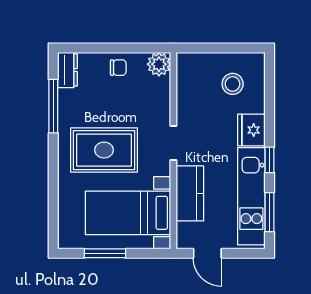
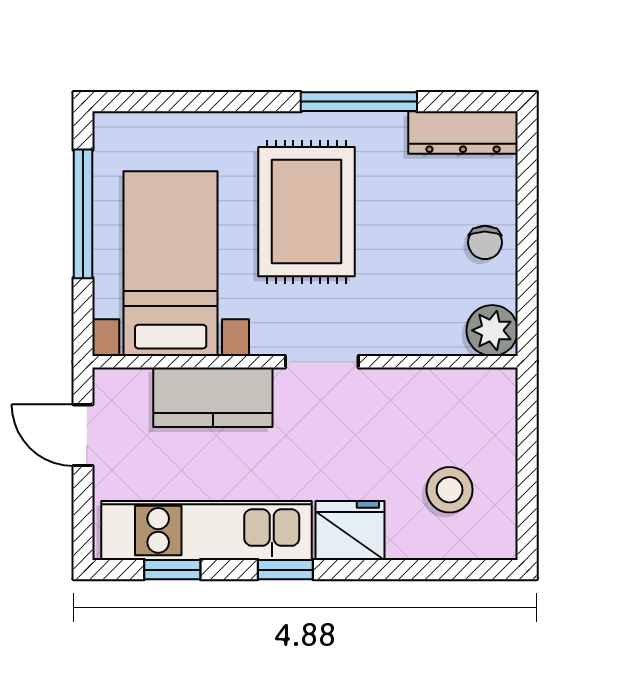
dresser: (67, 70) -> (463, 133), width x1.44
window: (53, 106) -> (359, 102), moved
window: (269, 212) -> (172, 570), width x0.67
window: (105, 253) -> (83, 214), width x1.44
door: (207, 253) -> (83, 435), hinge flipped

